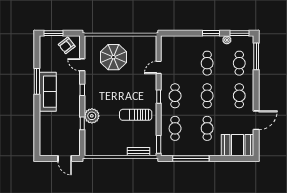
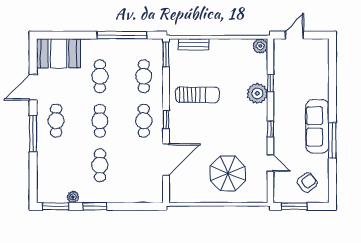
window: (54, 33) -> (294, 206), moved
armchair: (67, 45) -> (307, 183), moved
window: (256, 56) -> (33, 134), moved
cafe table: (239, 63) -> (56, 165), removed
door: (159, 67) -> (166, 159), width x1.87
plant: (90, 151) -> (260, 46), added
door: (65, 158) -> (294, 35), hinge flipped

